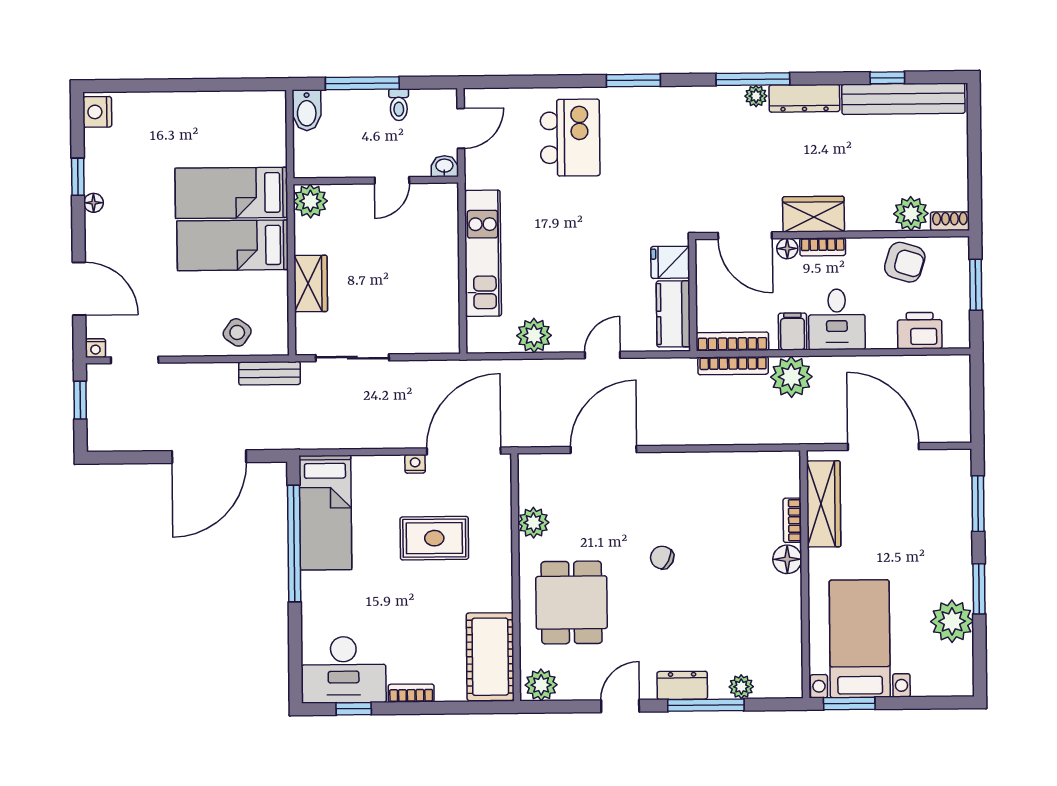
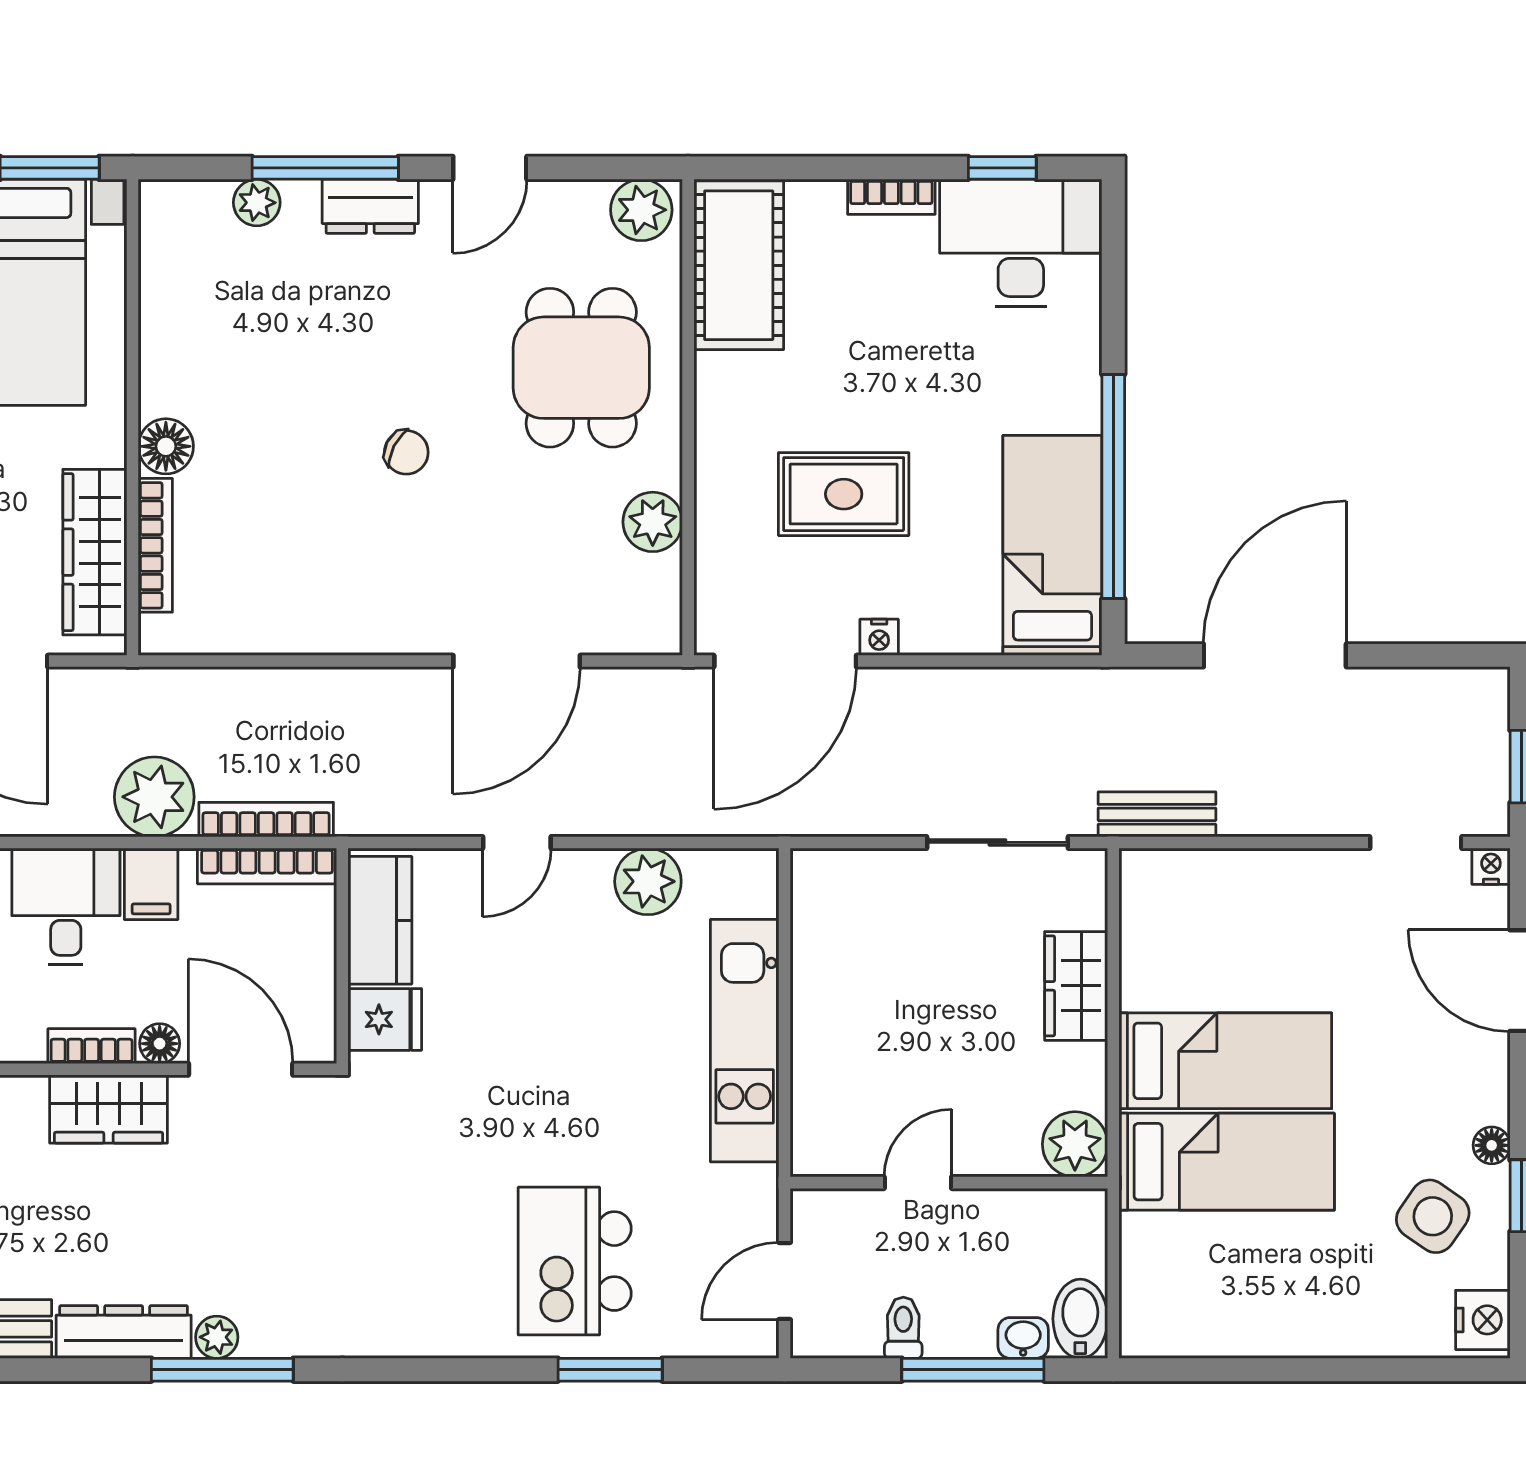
window: (633, 80) -> (610, 1370), moved
washbasin: (444, 166) -> (1023, 1338), moved, turned 180
side table: (237, 332) -> (1433, 1216), moved, width x1.37, depth x1.37
bookcase: (792, 520) -> (155, 545), width x1.56

